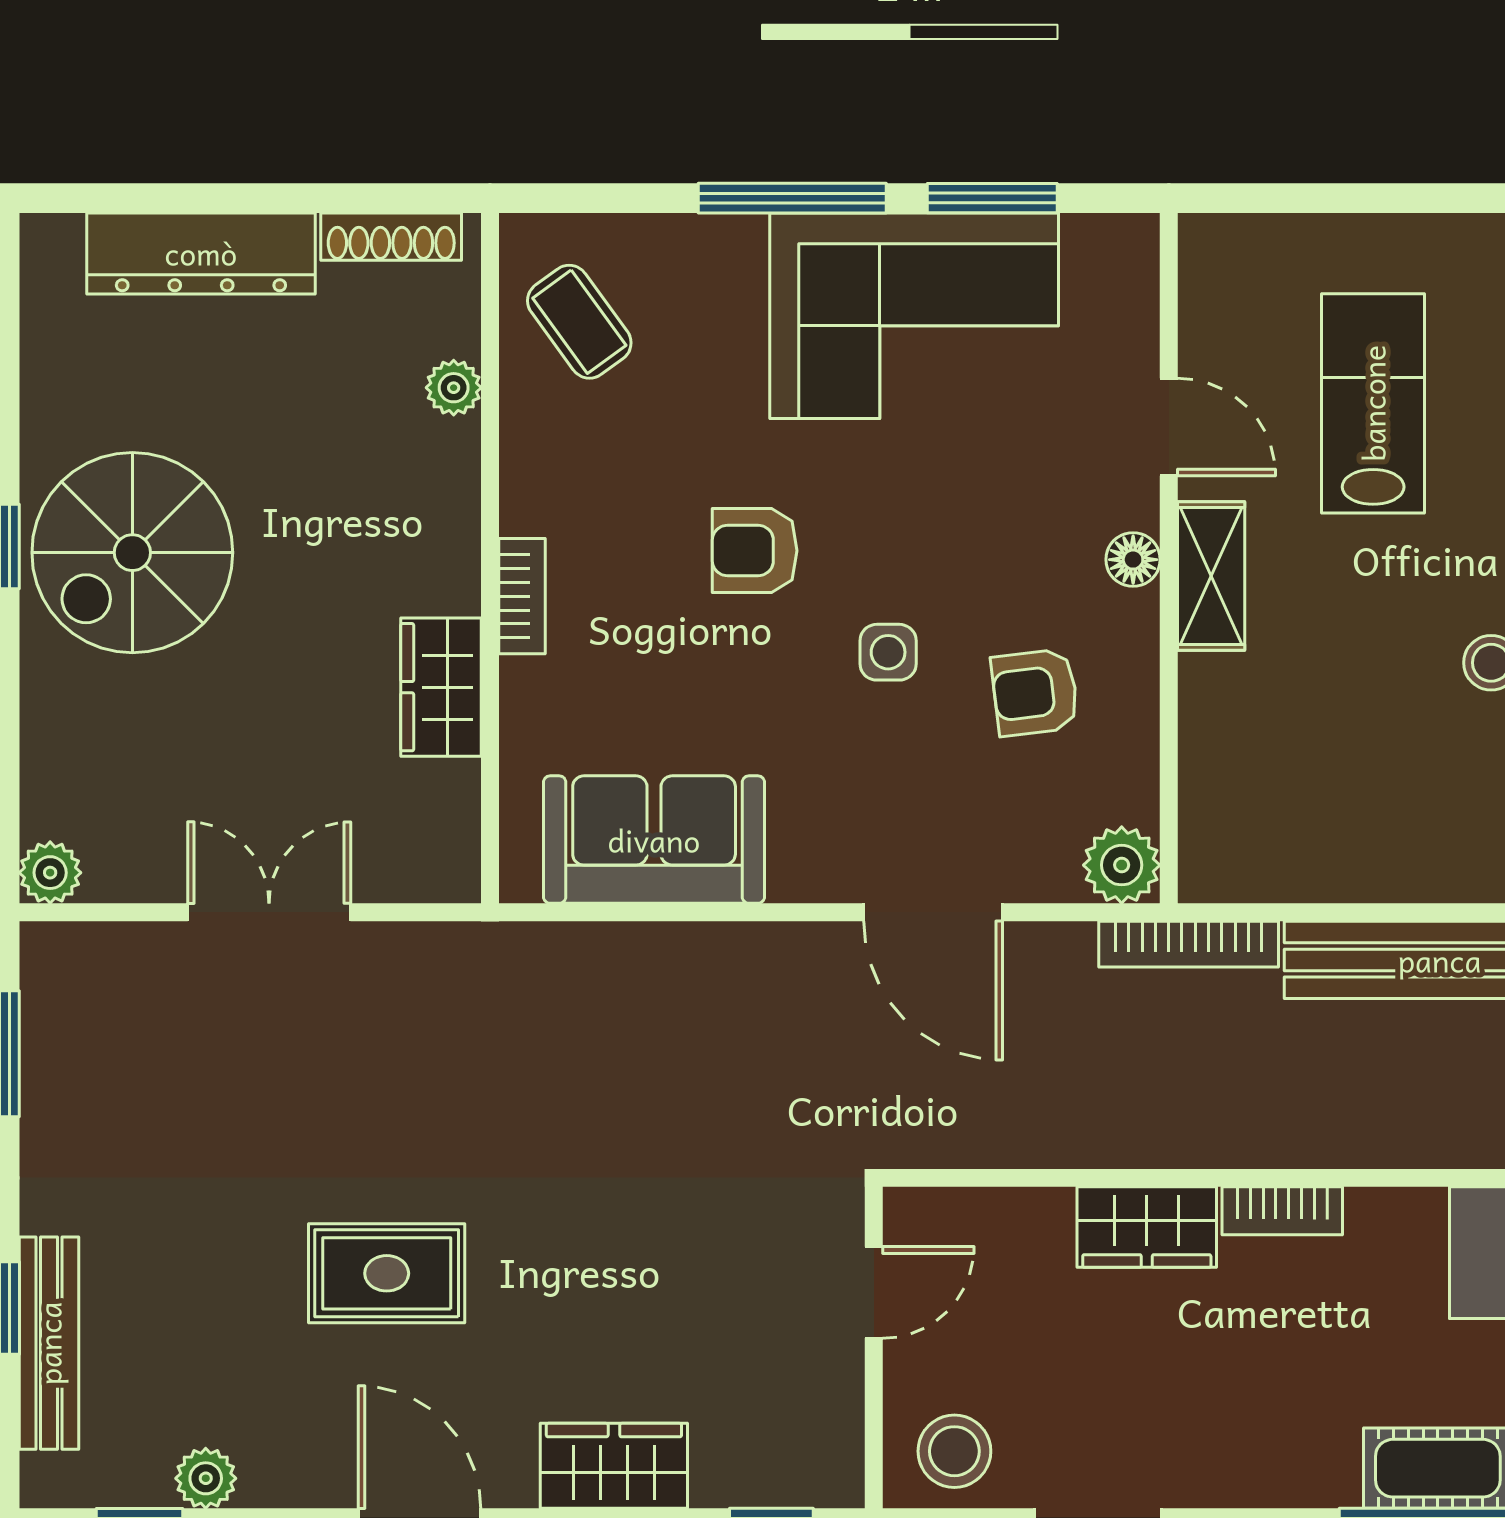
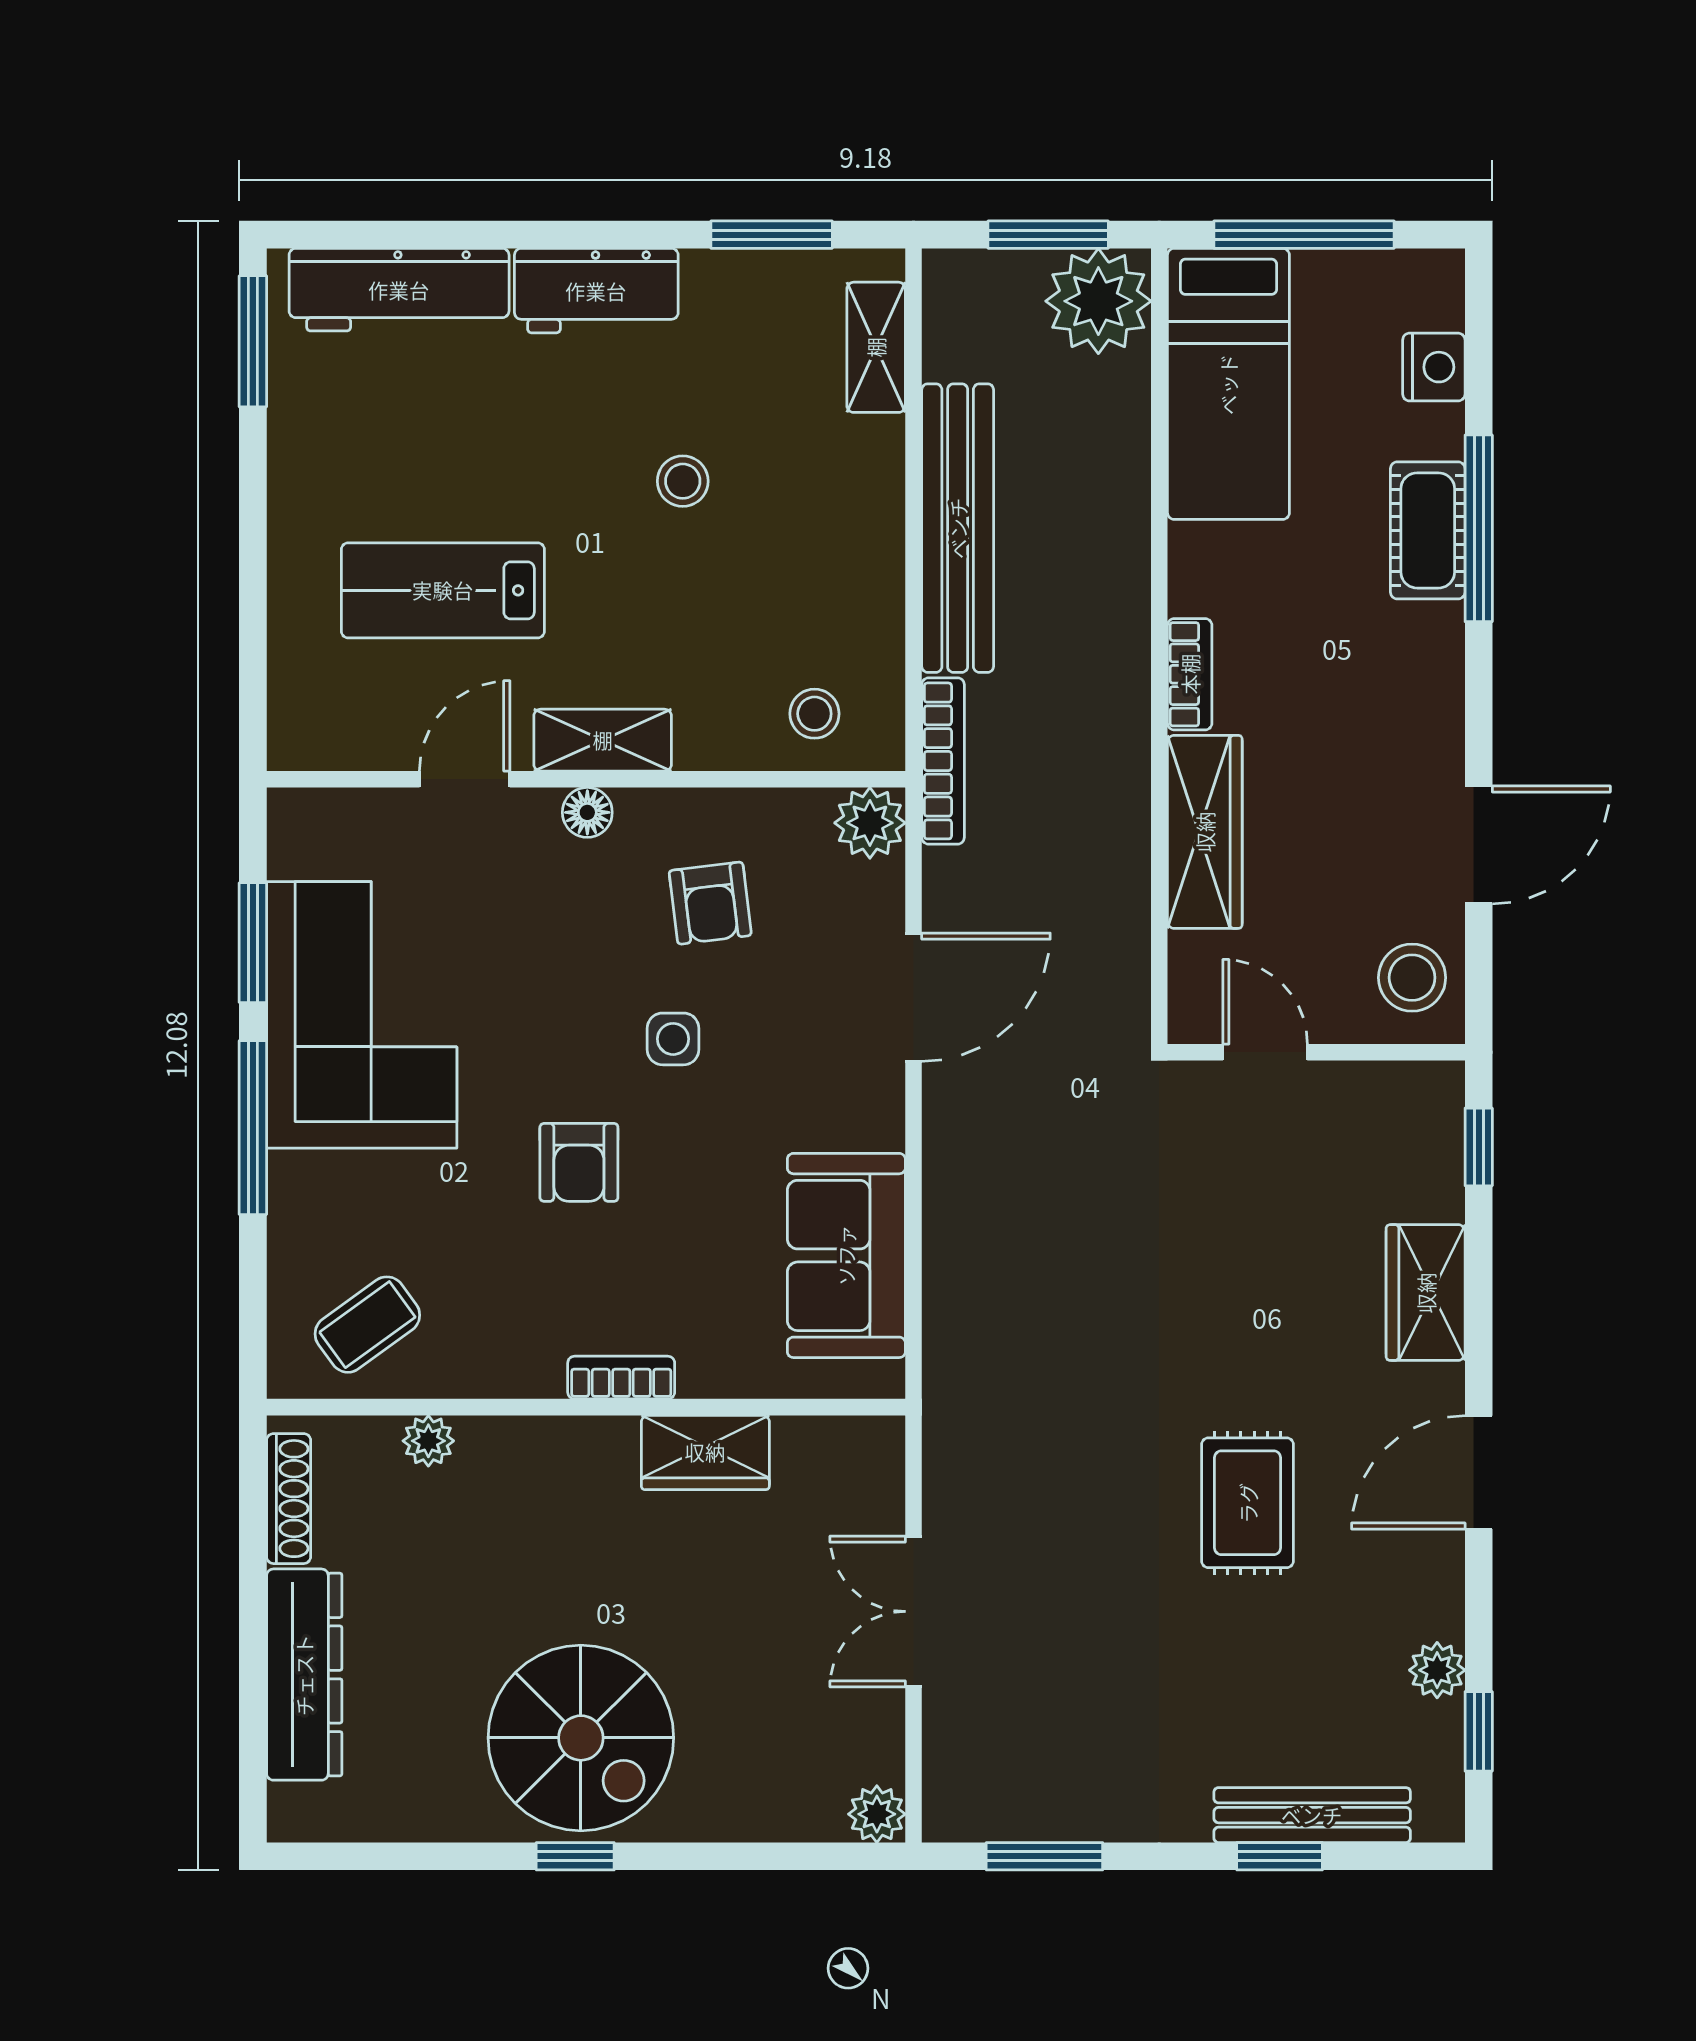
stool: (1240, 805) -> (814, 714), added
wardrobe: (1147, 1227) -> (1205, 832), width x1.50

